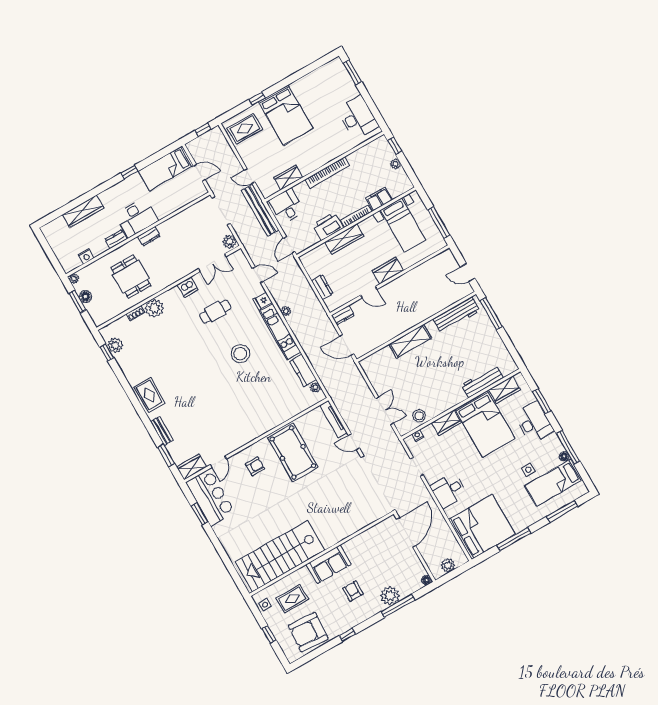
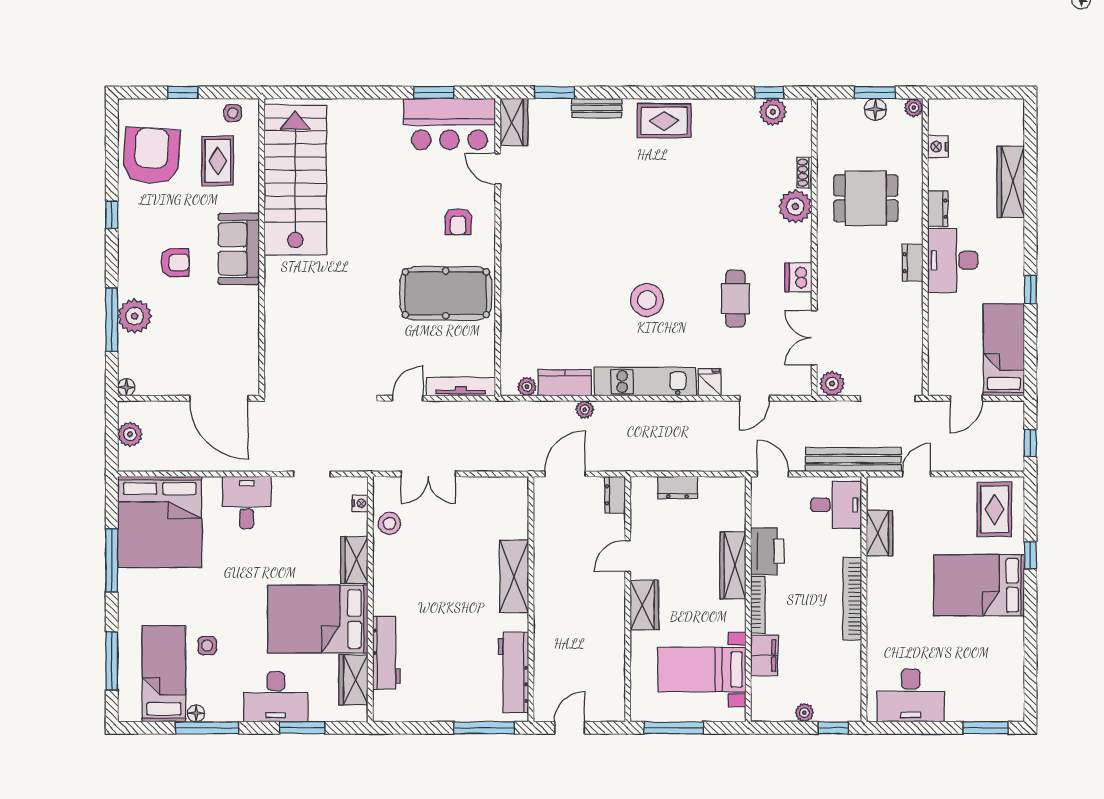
plant: (286, 311) -> (585, 410), moved

